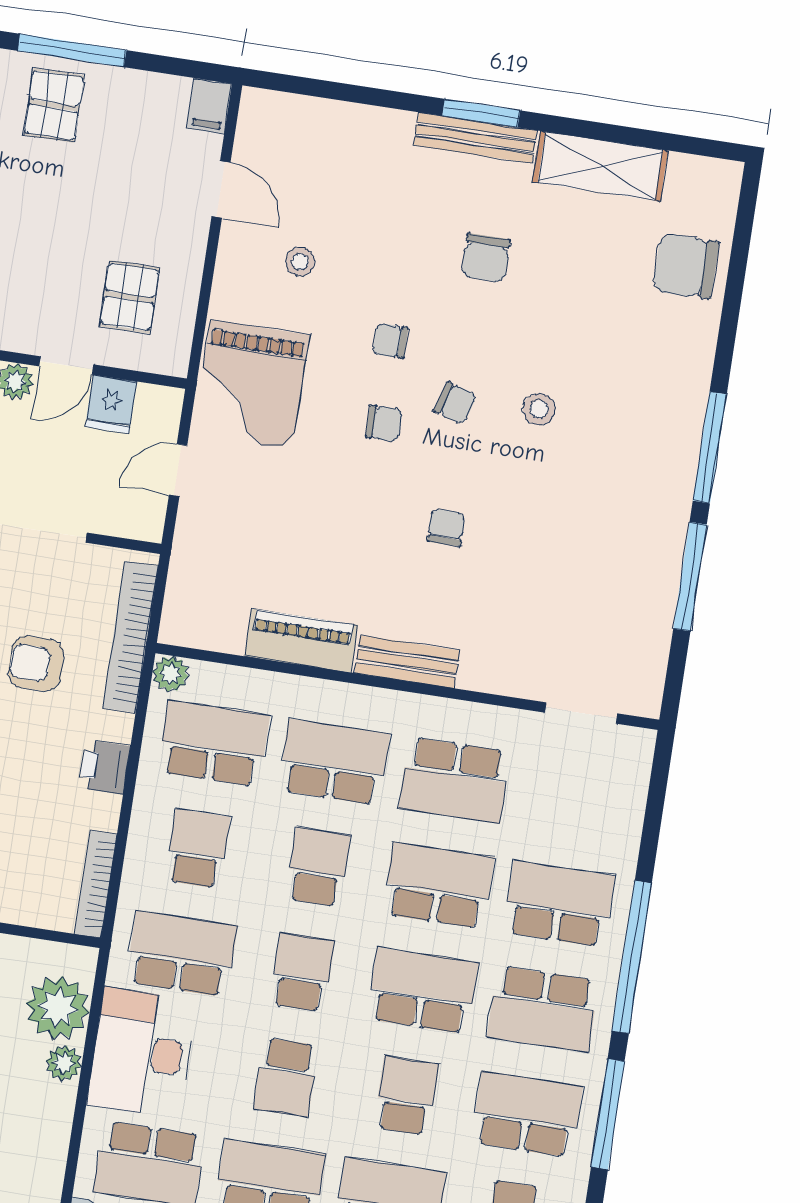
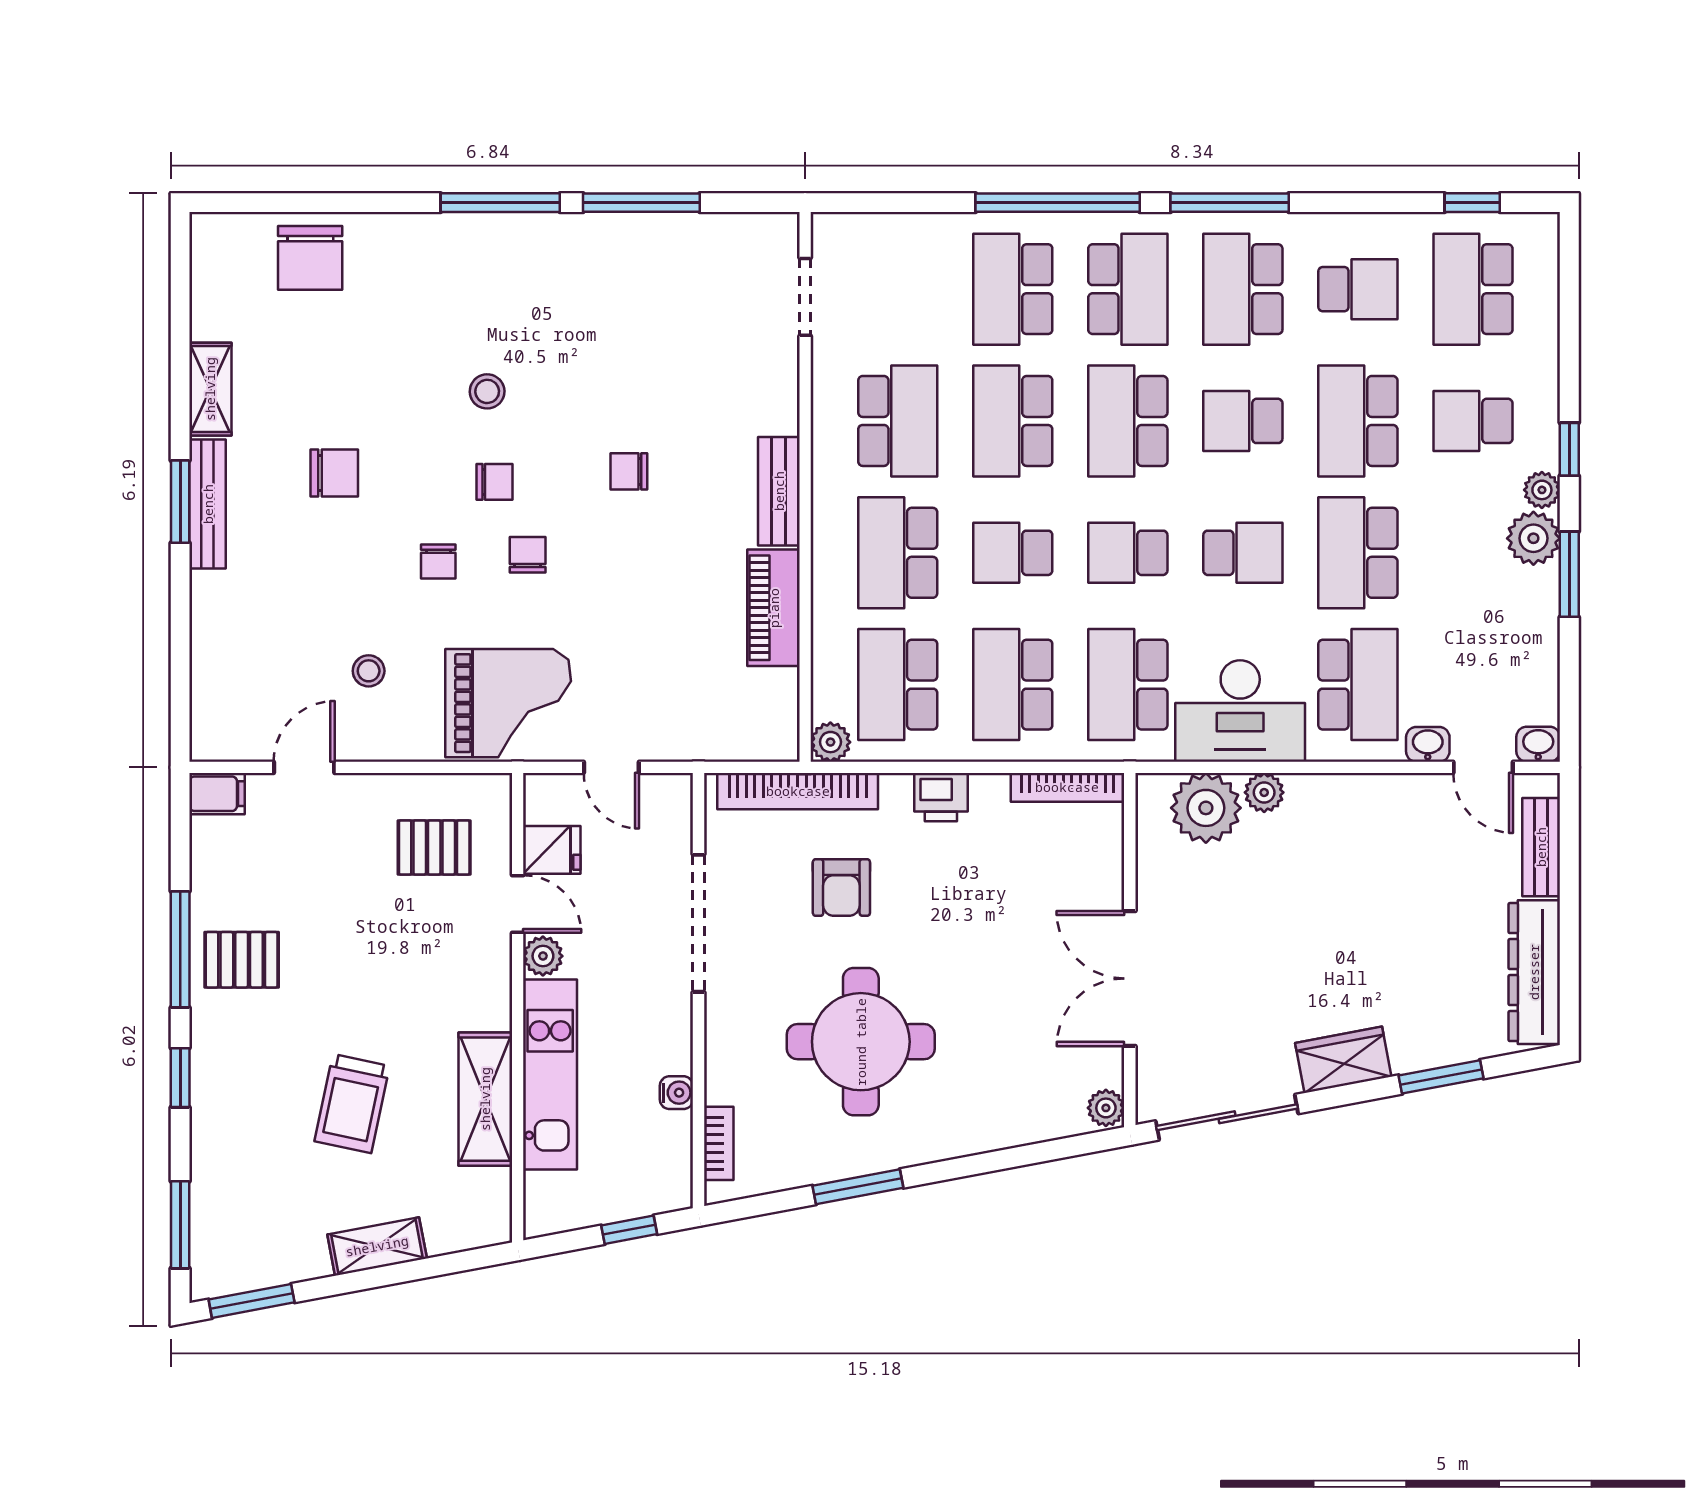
shelving: (600, 166) -> (210, 389), width x0.67, depth x0.75
chair: (455, 403) -> (494, 482), turned 74
school desk: (198, 849) -> (1013, 685), width x1.85

